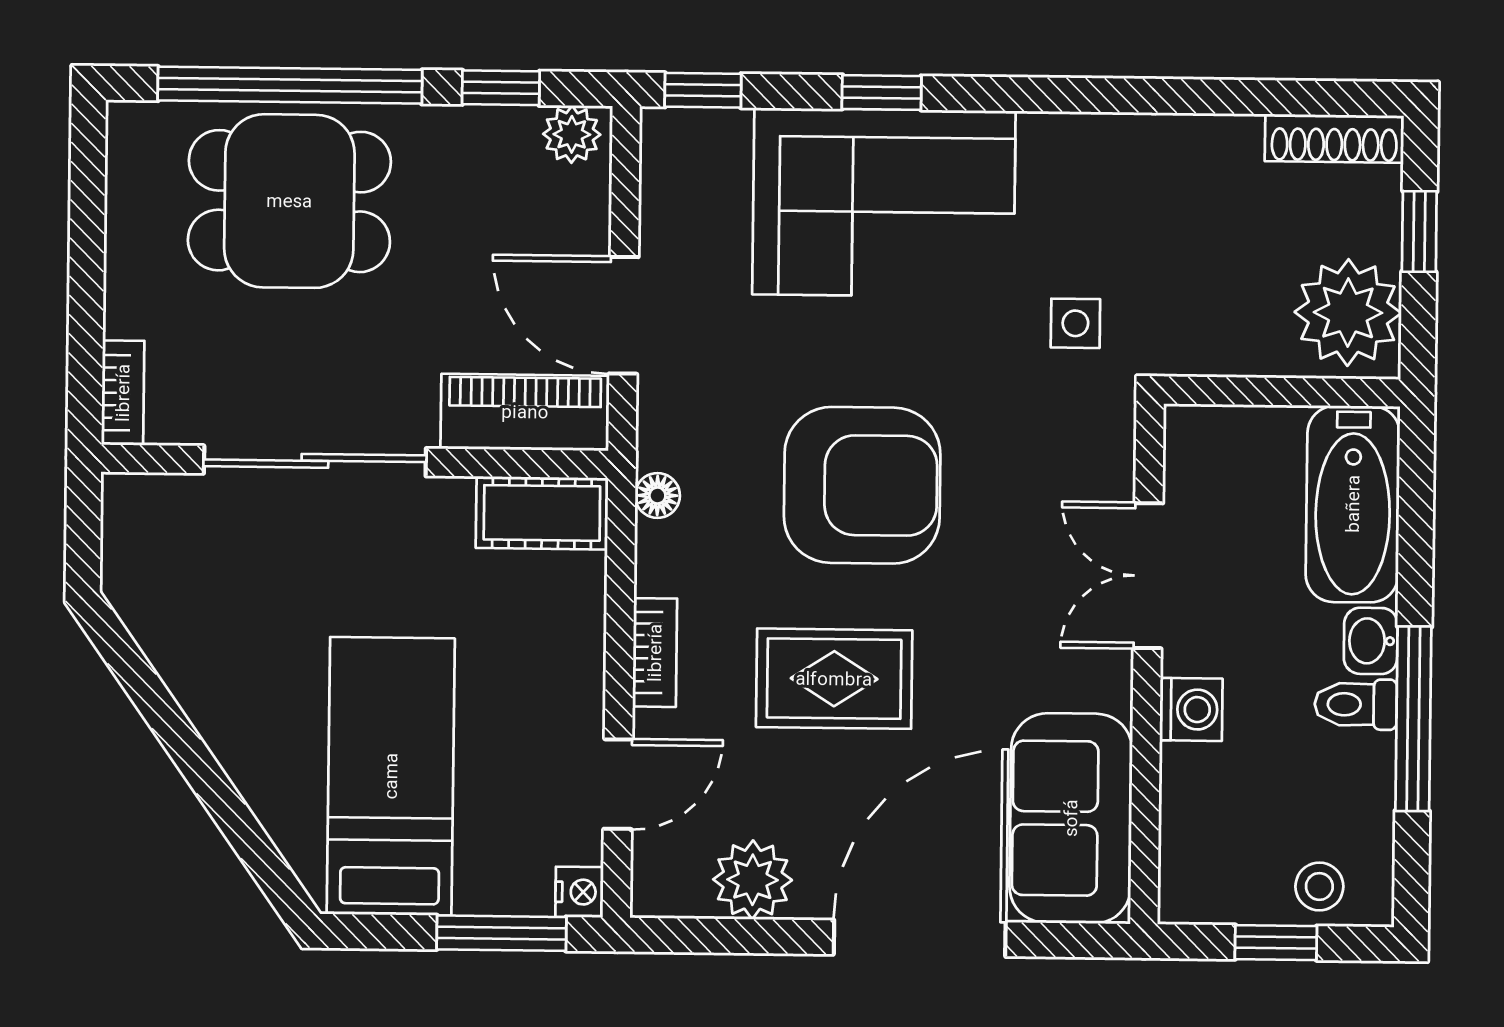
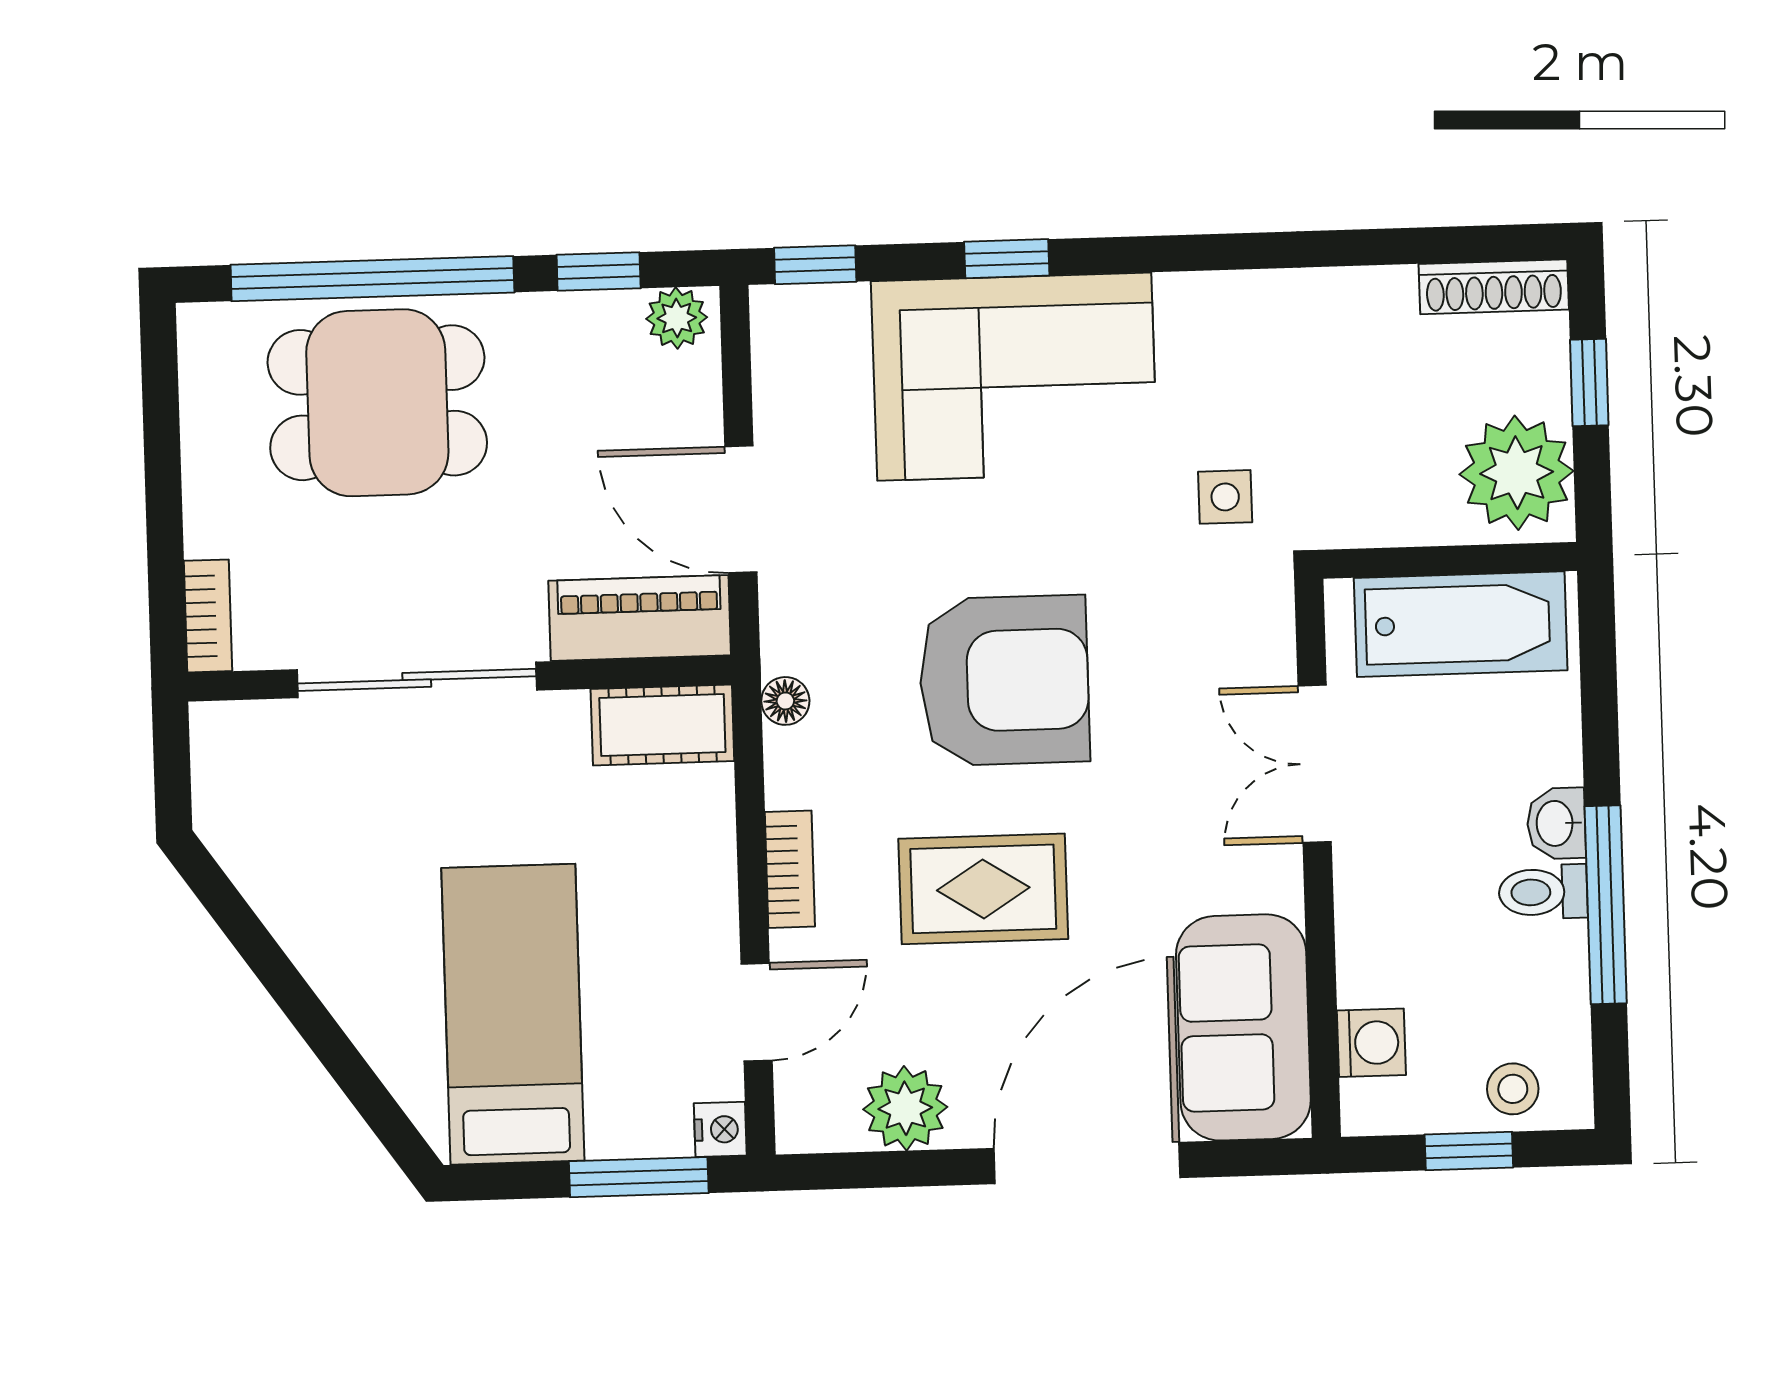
bathtub: (1353, 504) -> (1461, 624), moved, turned -90
washing machine: (1191, 709) -> (1371, 1043), moved

